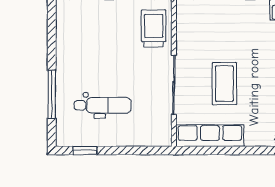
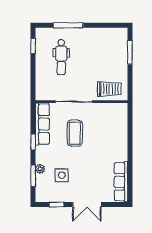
coffee table: (224, 84) -> (75, 133), turned 90
window: (239, 150) -> (33, 142), added

